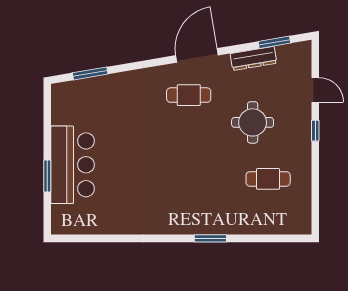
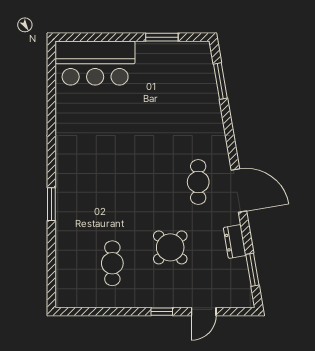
dresser: (253, 58) -> (235, 241), width x0.70
round table: (253, 122) -> (170, 247), turned 45
bar counter: (73, 165) -> (95, 63), moved
window: (47, 176) -> (162, 37), moved

